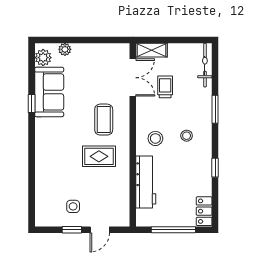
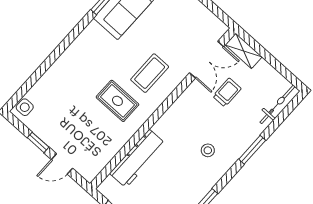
stool: (155, 138) -> (179, 129), removed
side table: (73, 206) -> (25, 107), moved

